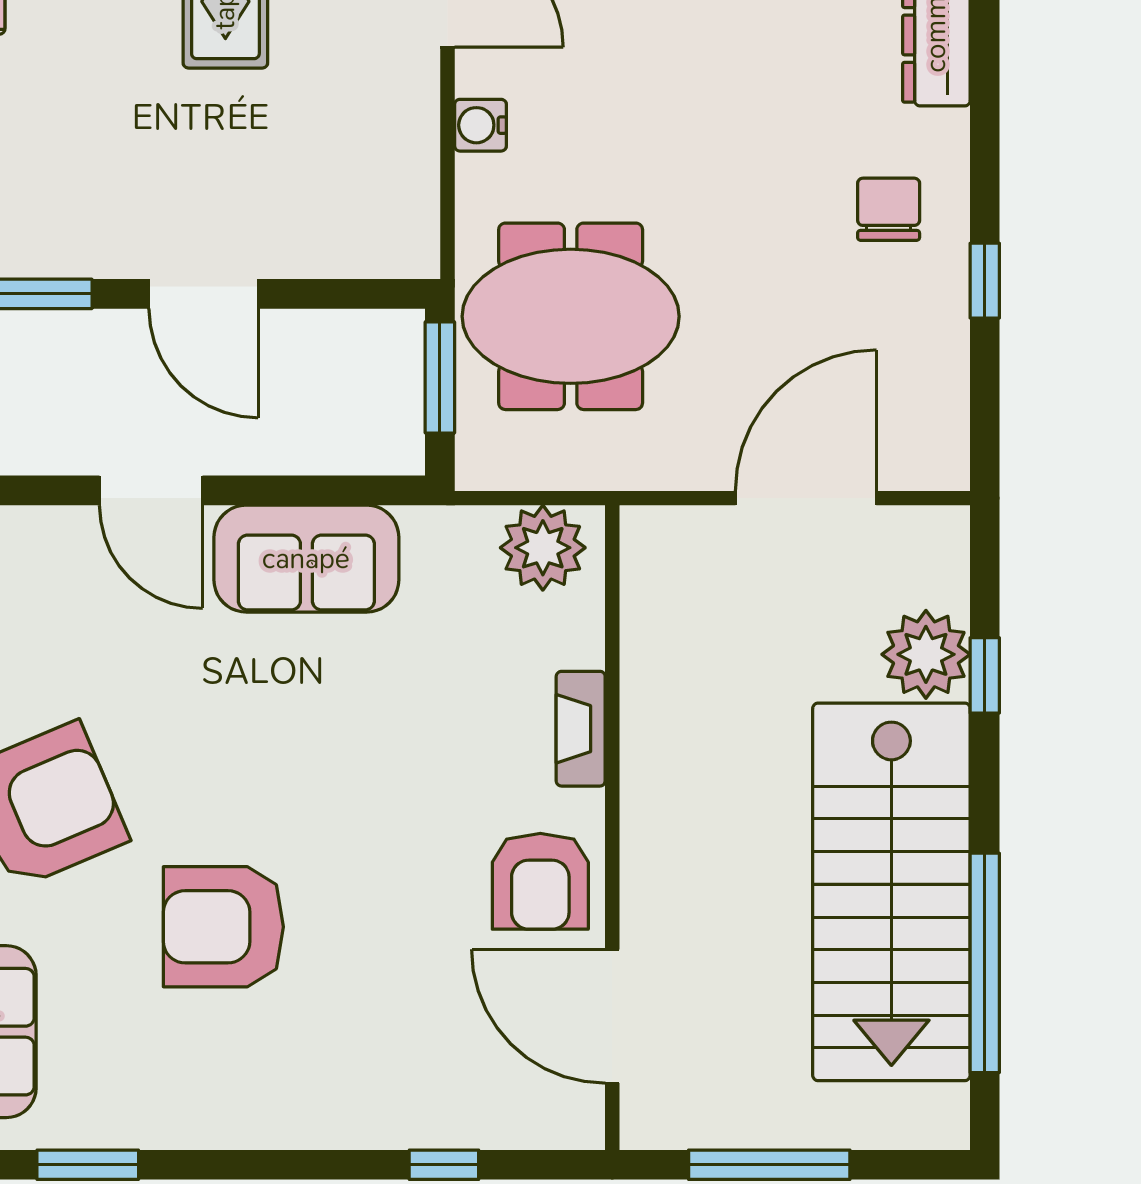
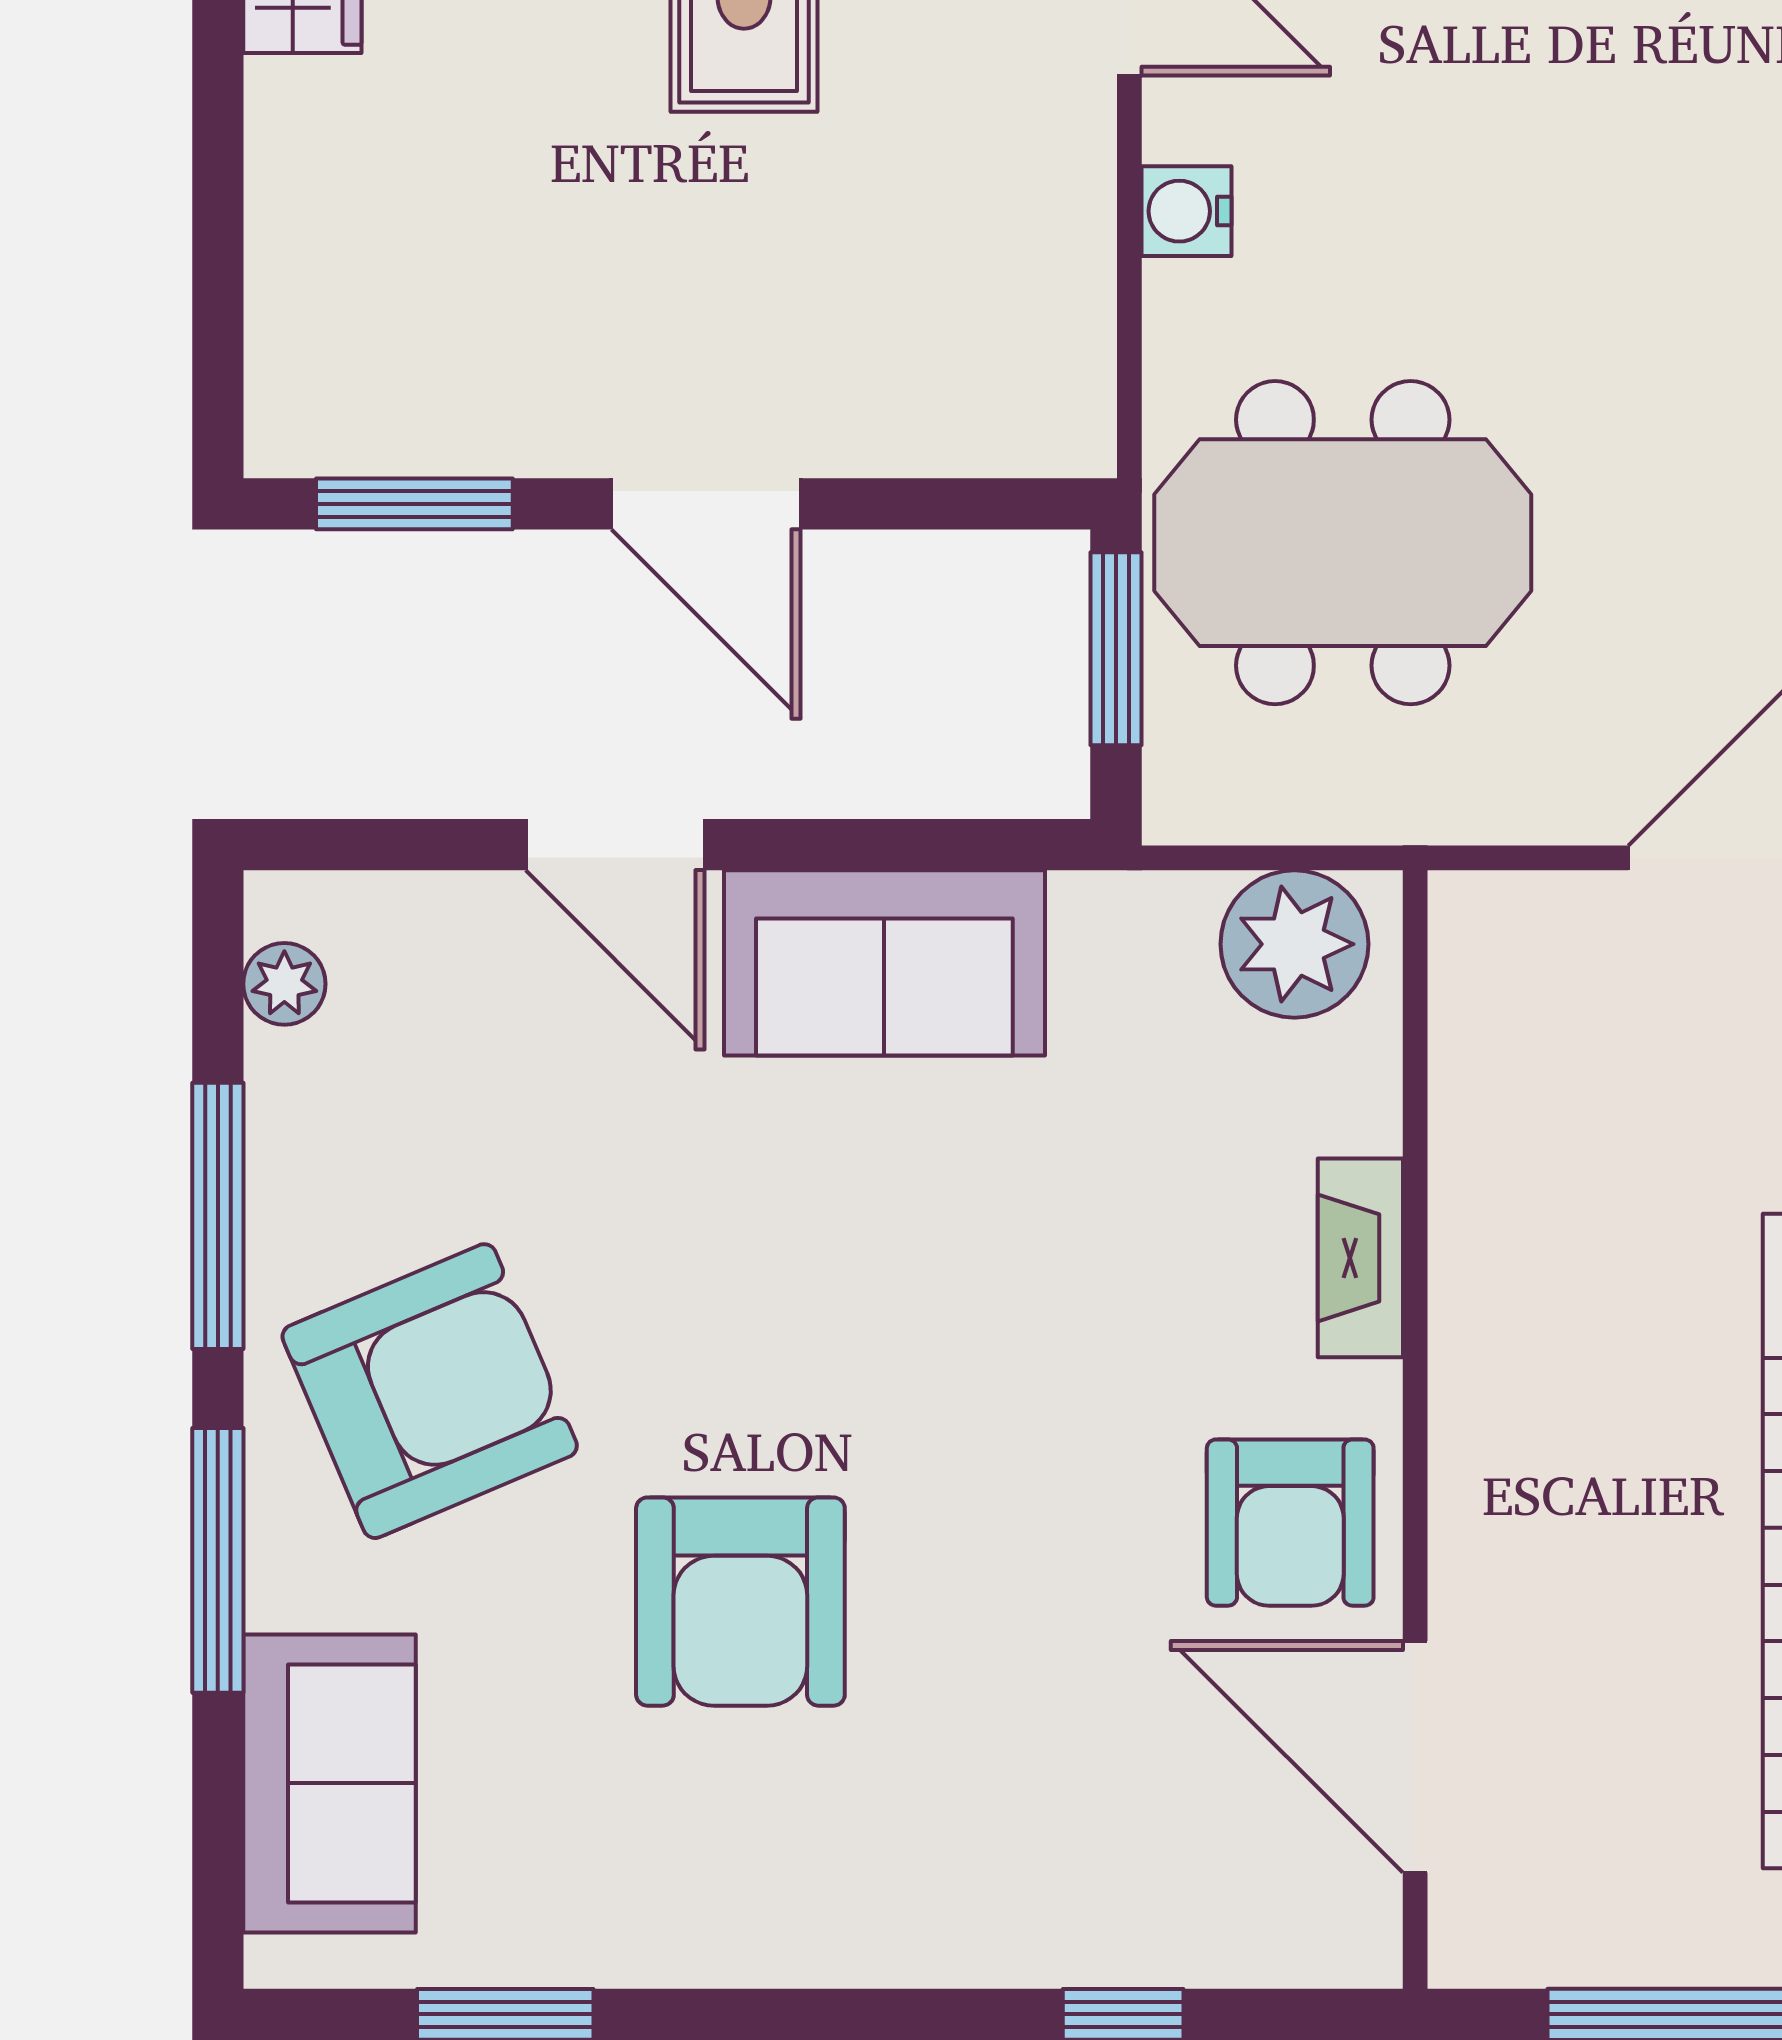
armchair: (223, 927) -> (740, 1602), turned -90

